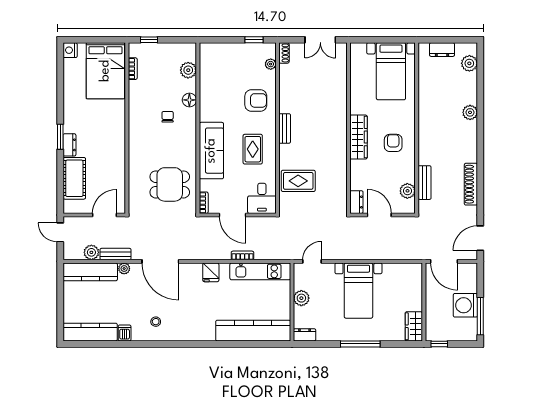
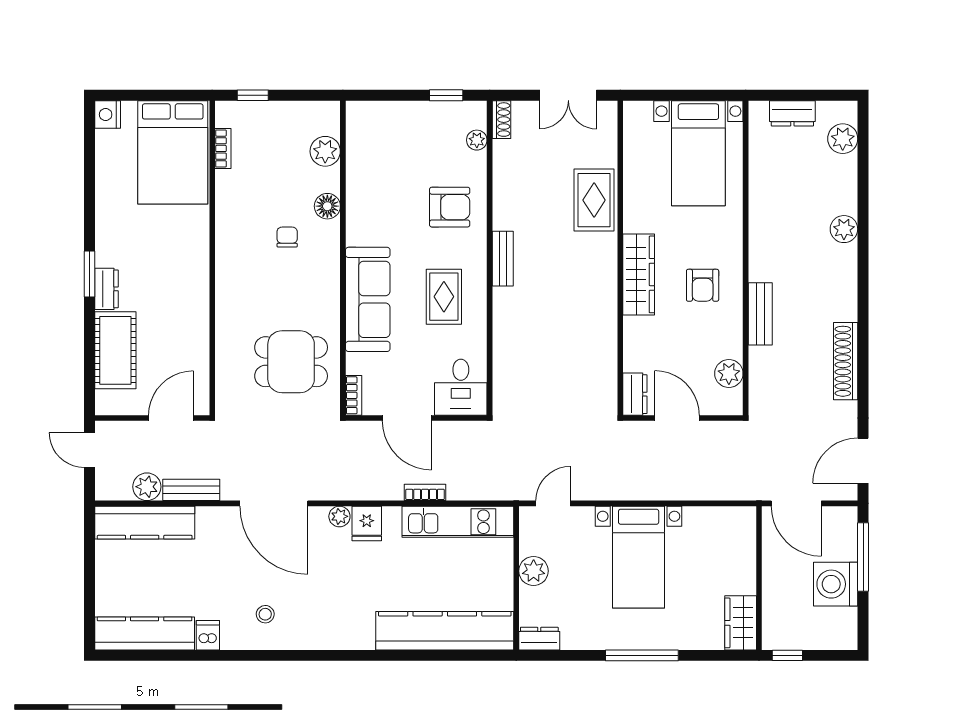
armchair: (393, 143) -> (703, 285), turned 180
rug: (298, 181) -> (594, 200), moved, turned 90
bench: (425, 183) -> (760, 314), moved
plant: (124, 269) -> (339, 516), moved
window: (480, 316) -> (863, 557), moved

